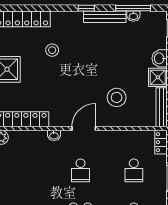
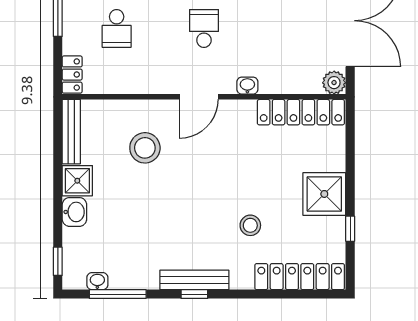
washbasin: (133, 16) -> (97, 281), moved
bench: (105, 17) -> (194, 280), moved
school desk: (134, 170) -> (117, 28), turned 180

